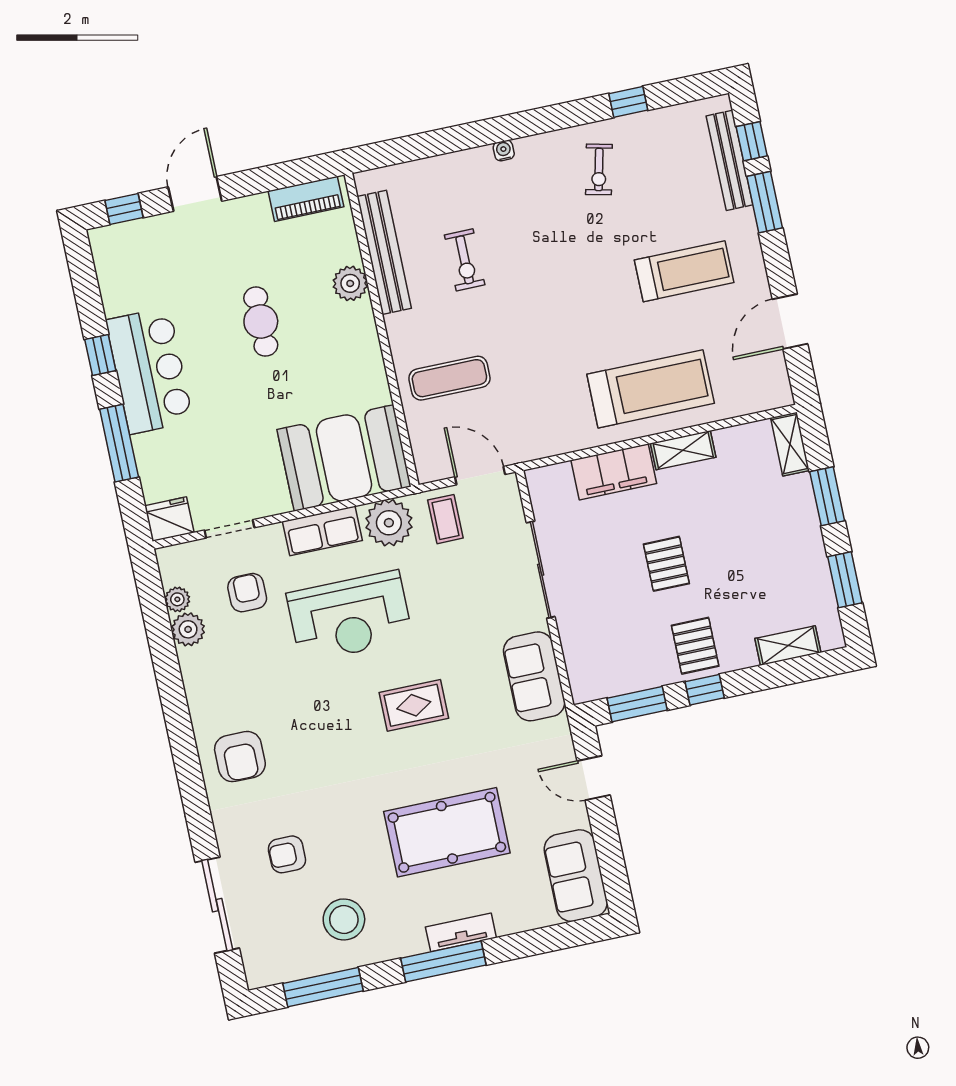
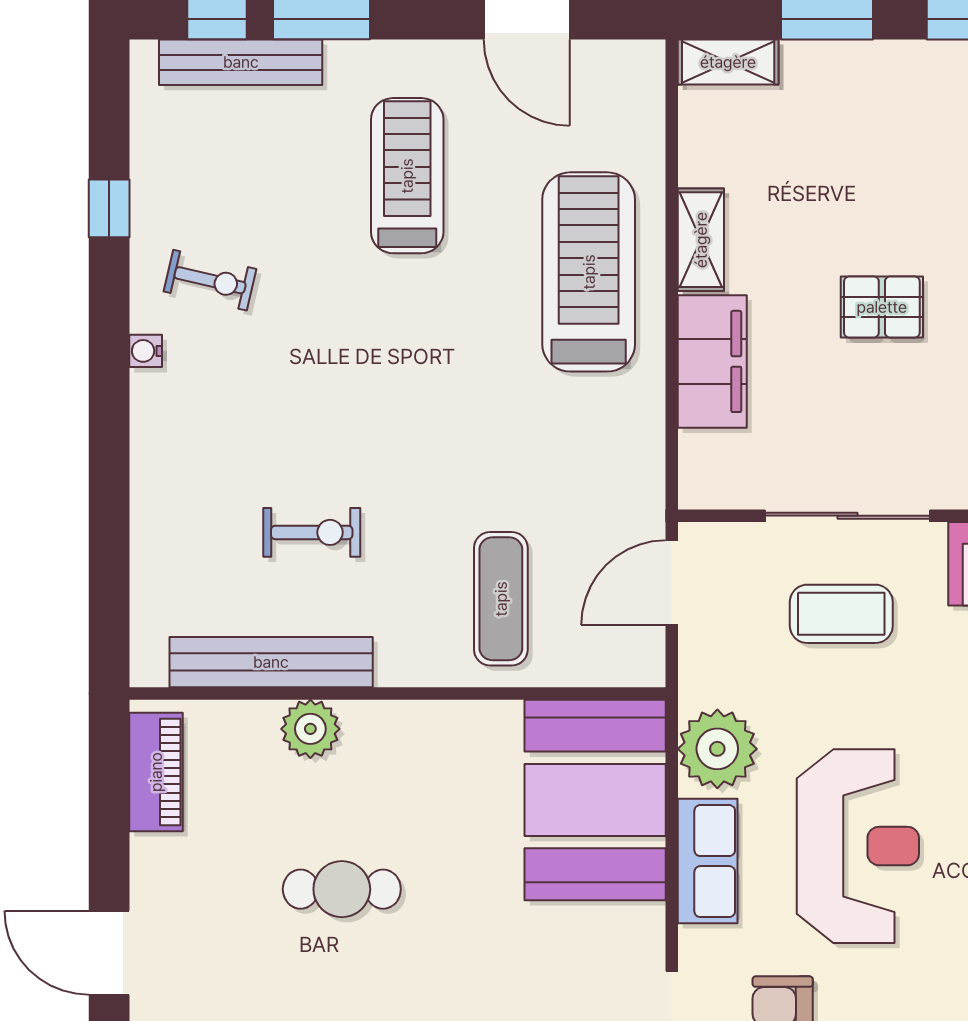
water cooler: (504, 151) -> (146, 351), moved
coffee table: (445, 519) -> (841, 614), moved, width x1.36, depth x1.30

